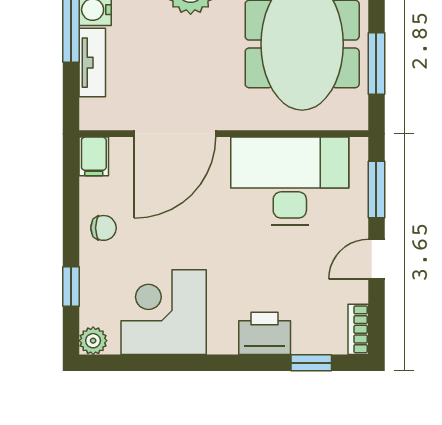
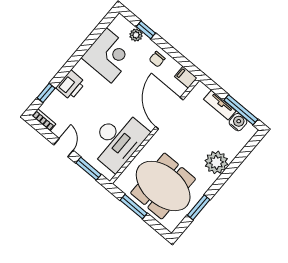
plant: (93, 341) -> (136, 35), moved

